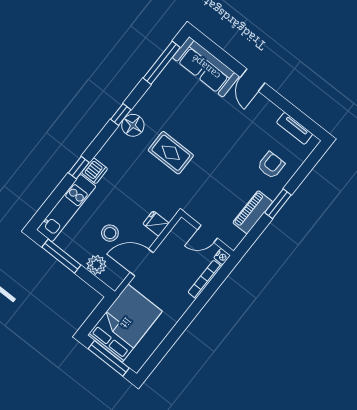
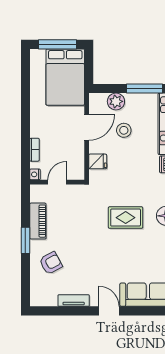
tv unit: (295, 128) -> (74, 301), moved
armchair: (271, 165) -> (51, 263), turned -118
bookcase: (205, 279) -> (34, 150), width x0.64

